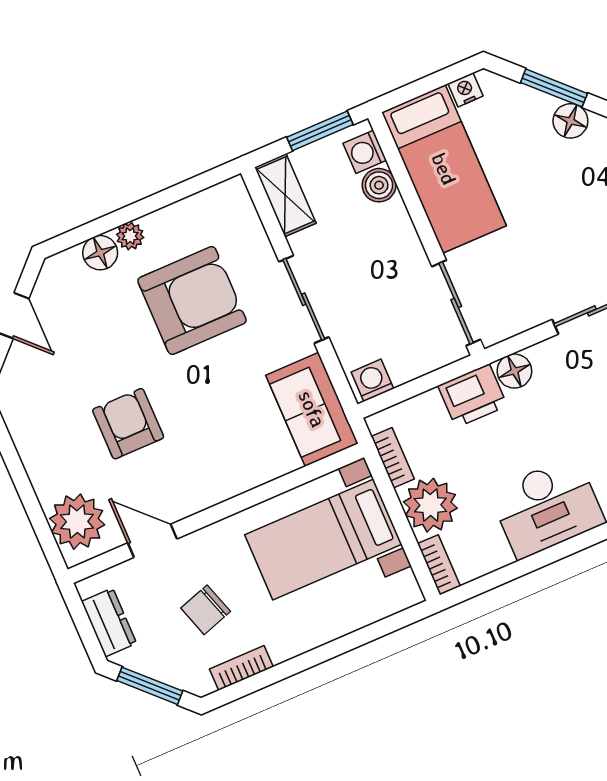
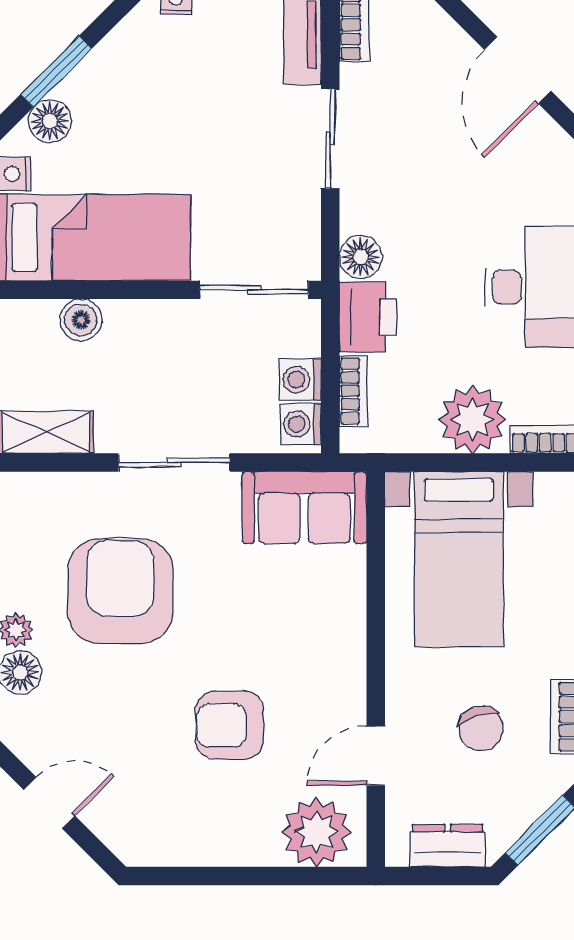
floor lamp: (570, 121) -> (50, 121), moved
washing machine: (365, 152) -> (300, 380), moved, turned 90
bookcase: (393, 458) -> (353, 391), moved, turned 90

